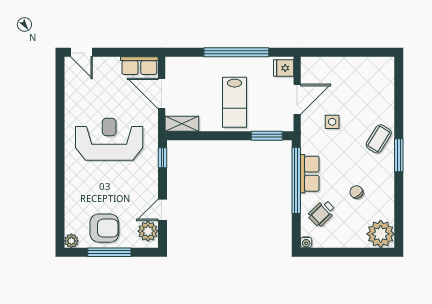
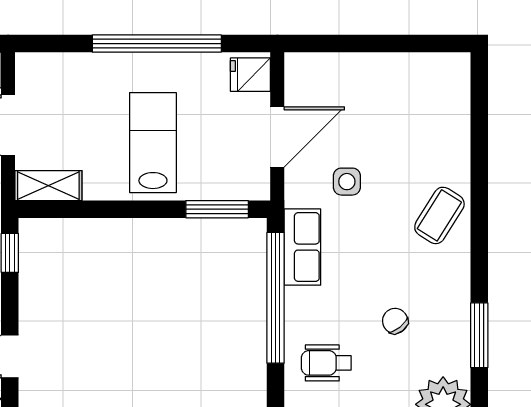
lab bench: (235, 102) -> (153, 143), turned 180
window: (399, 155) -> (479, 335), moved
row of seats: (310, 174) -> (302, 247), moved
wheelchair: (322, 213) -> (326, 363), turned 44

